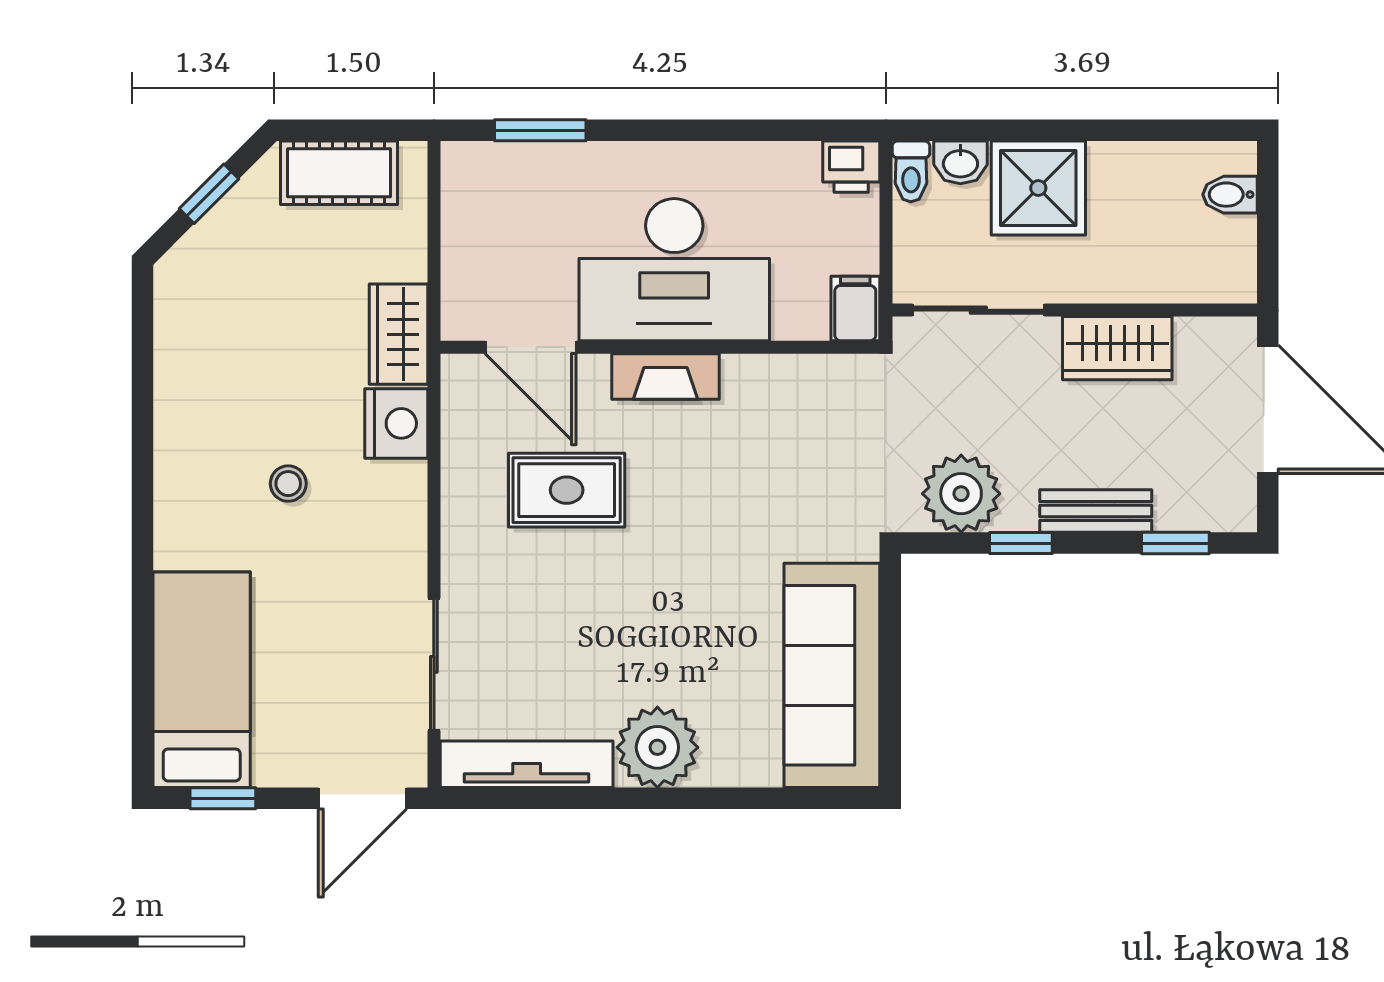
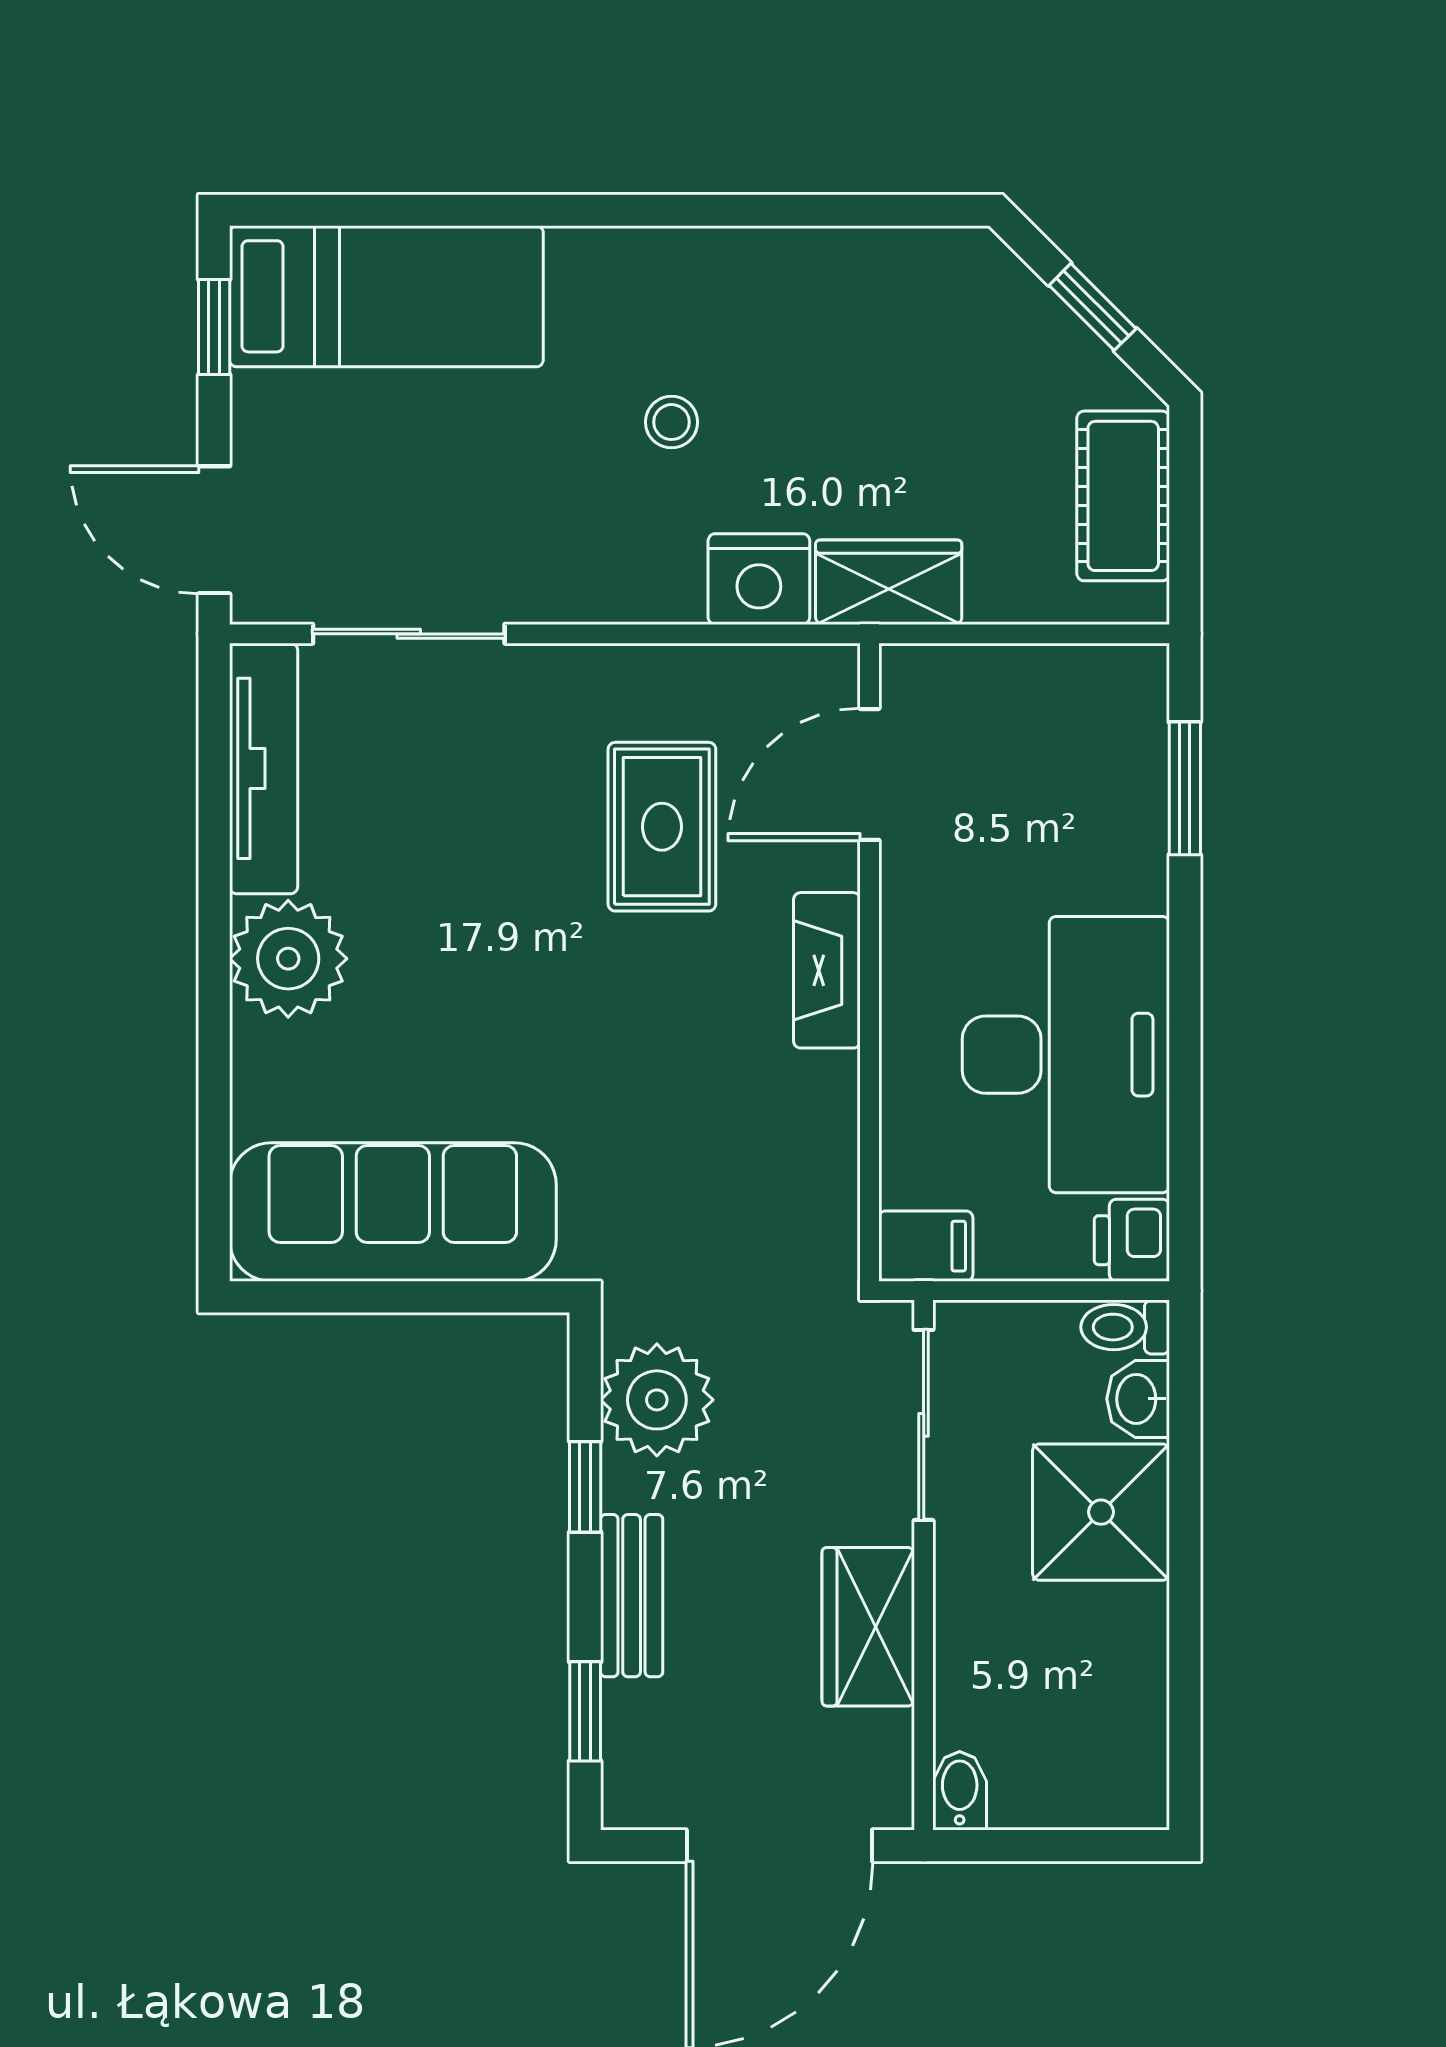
bidet: (1230, 195) -> (960, 1791), moved
desk: (674, 270) -> (1066, 1055), moved, turned 180

